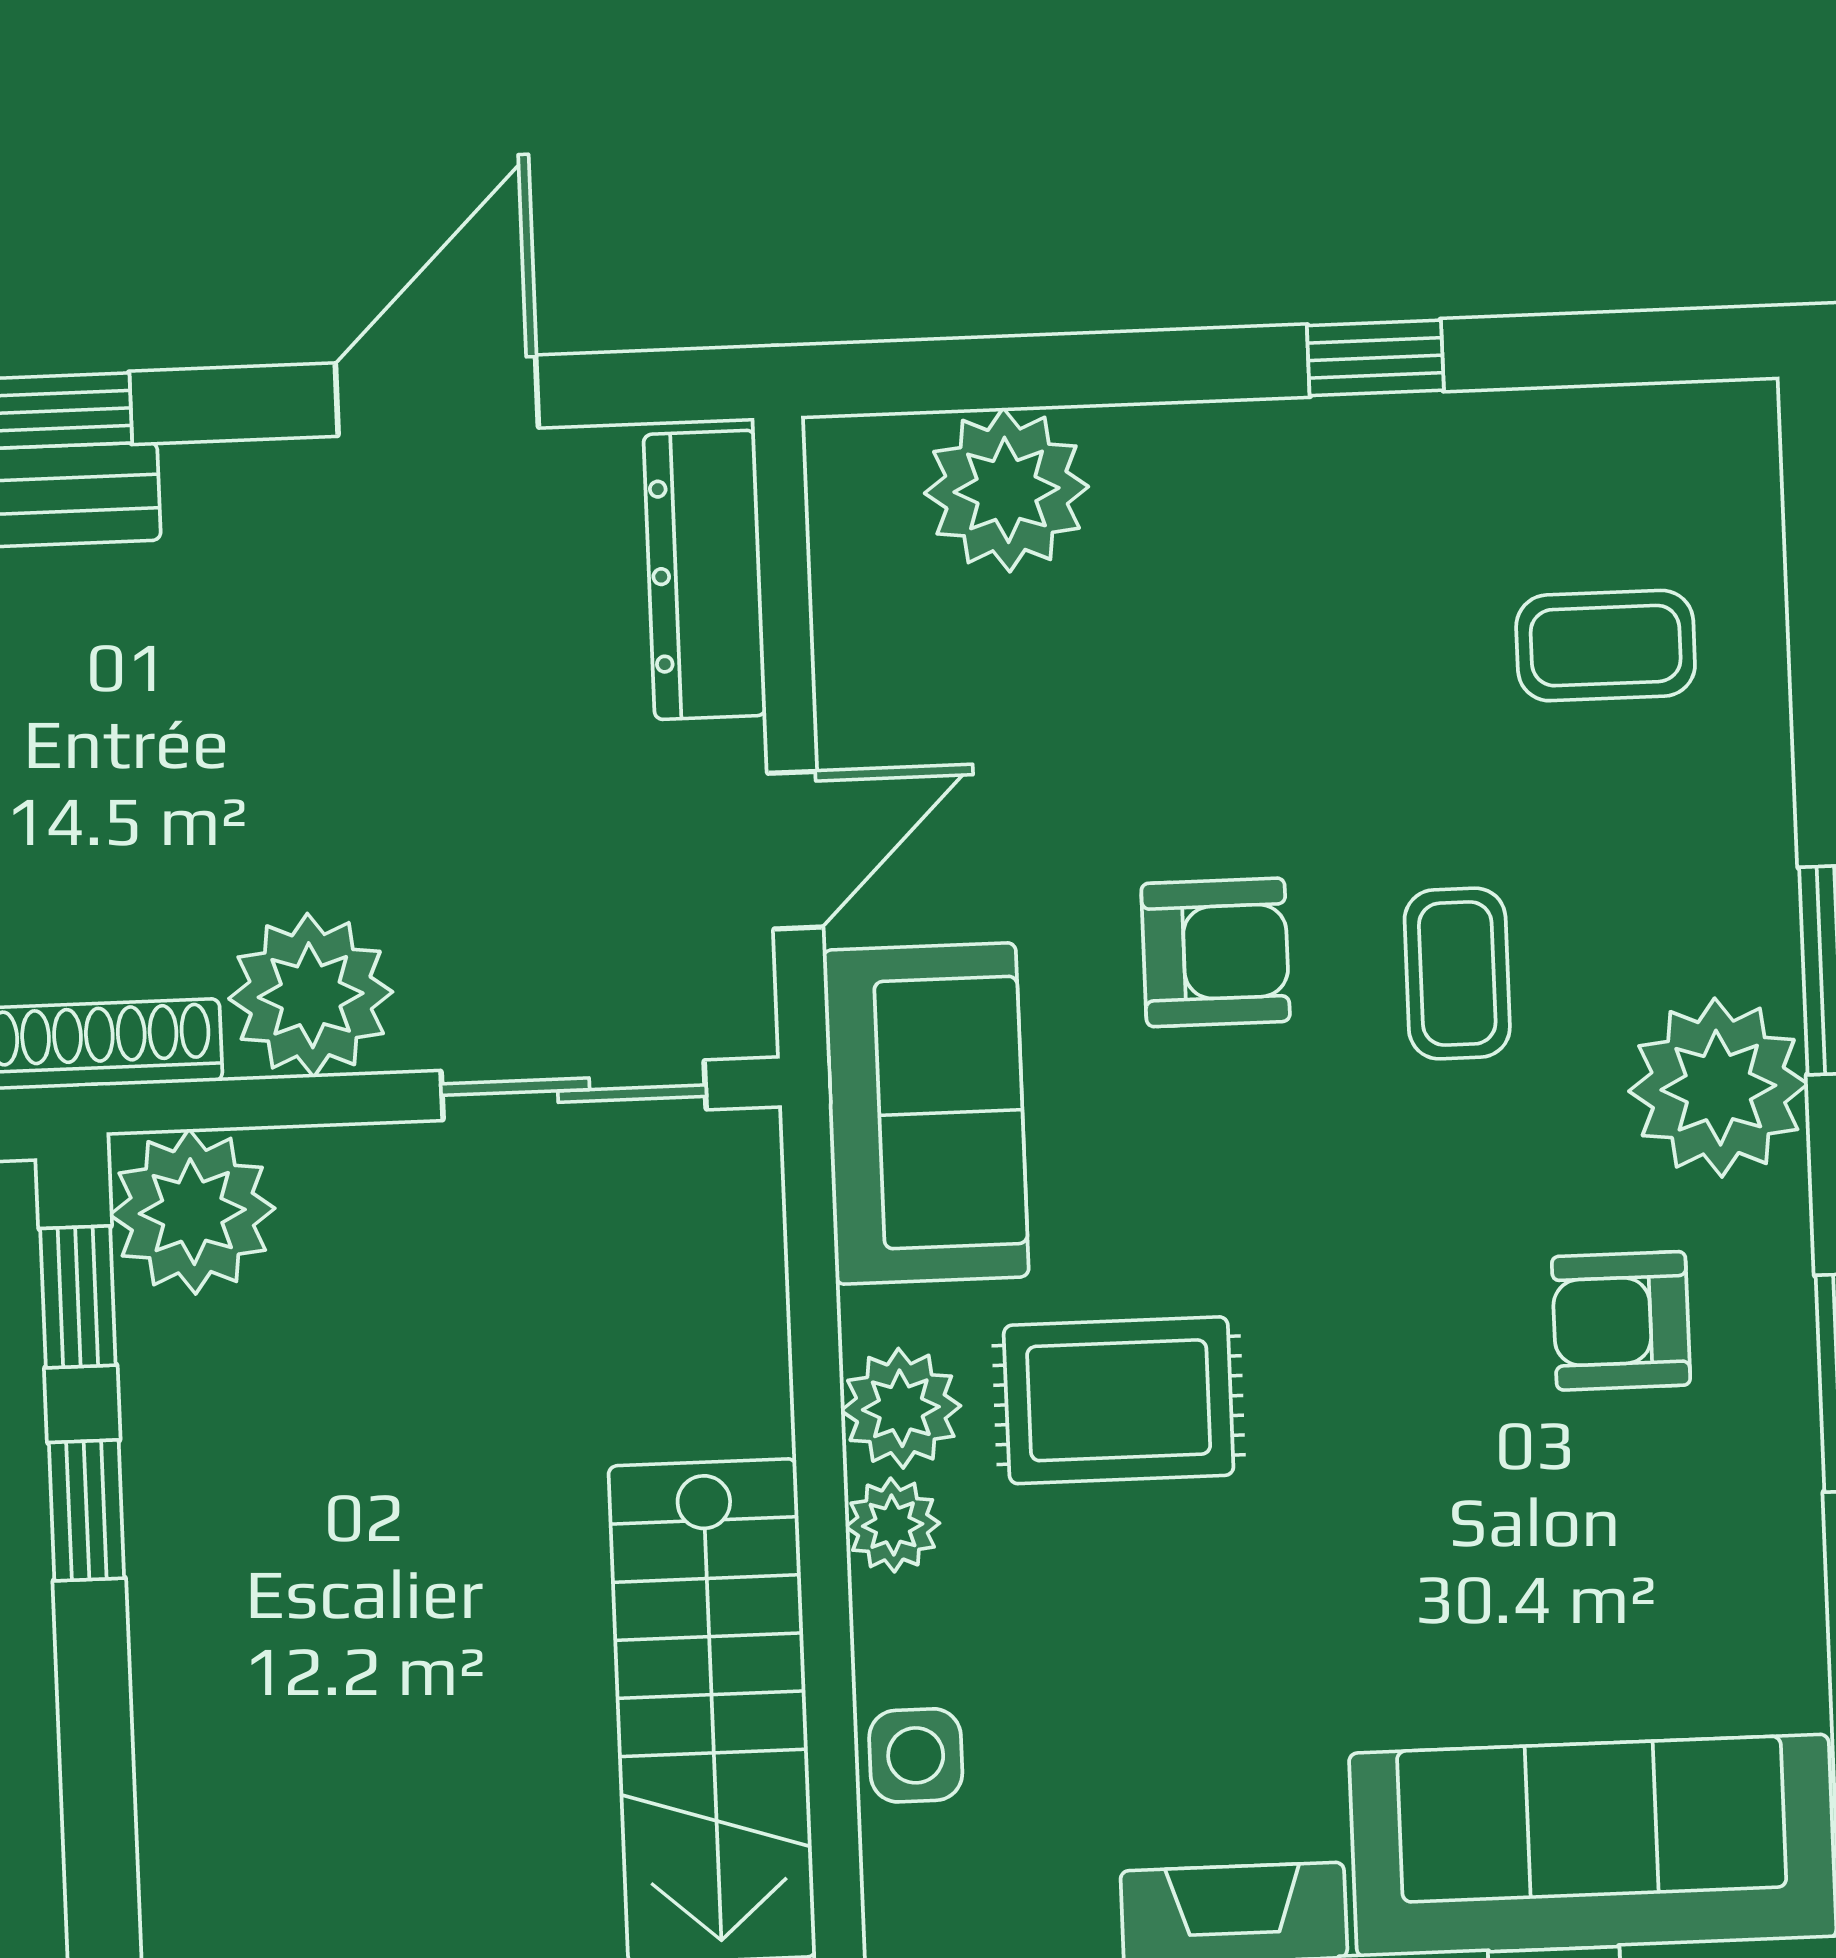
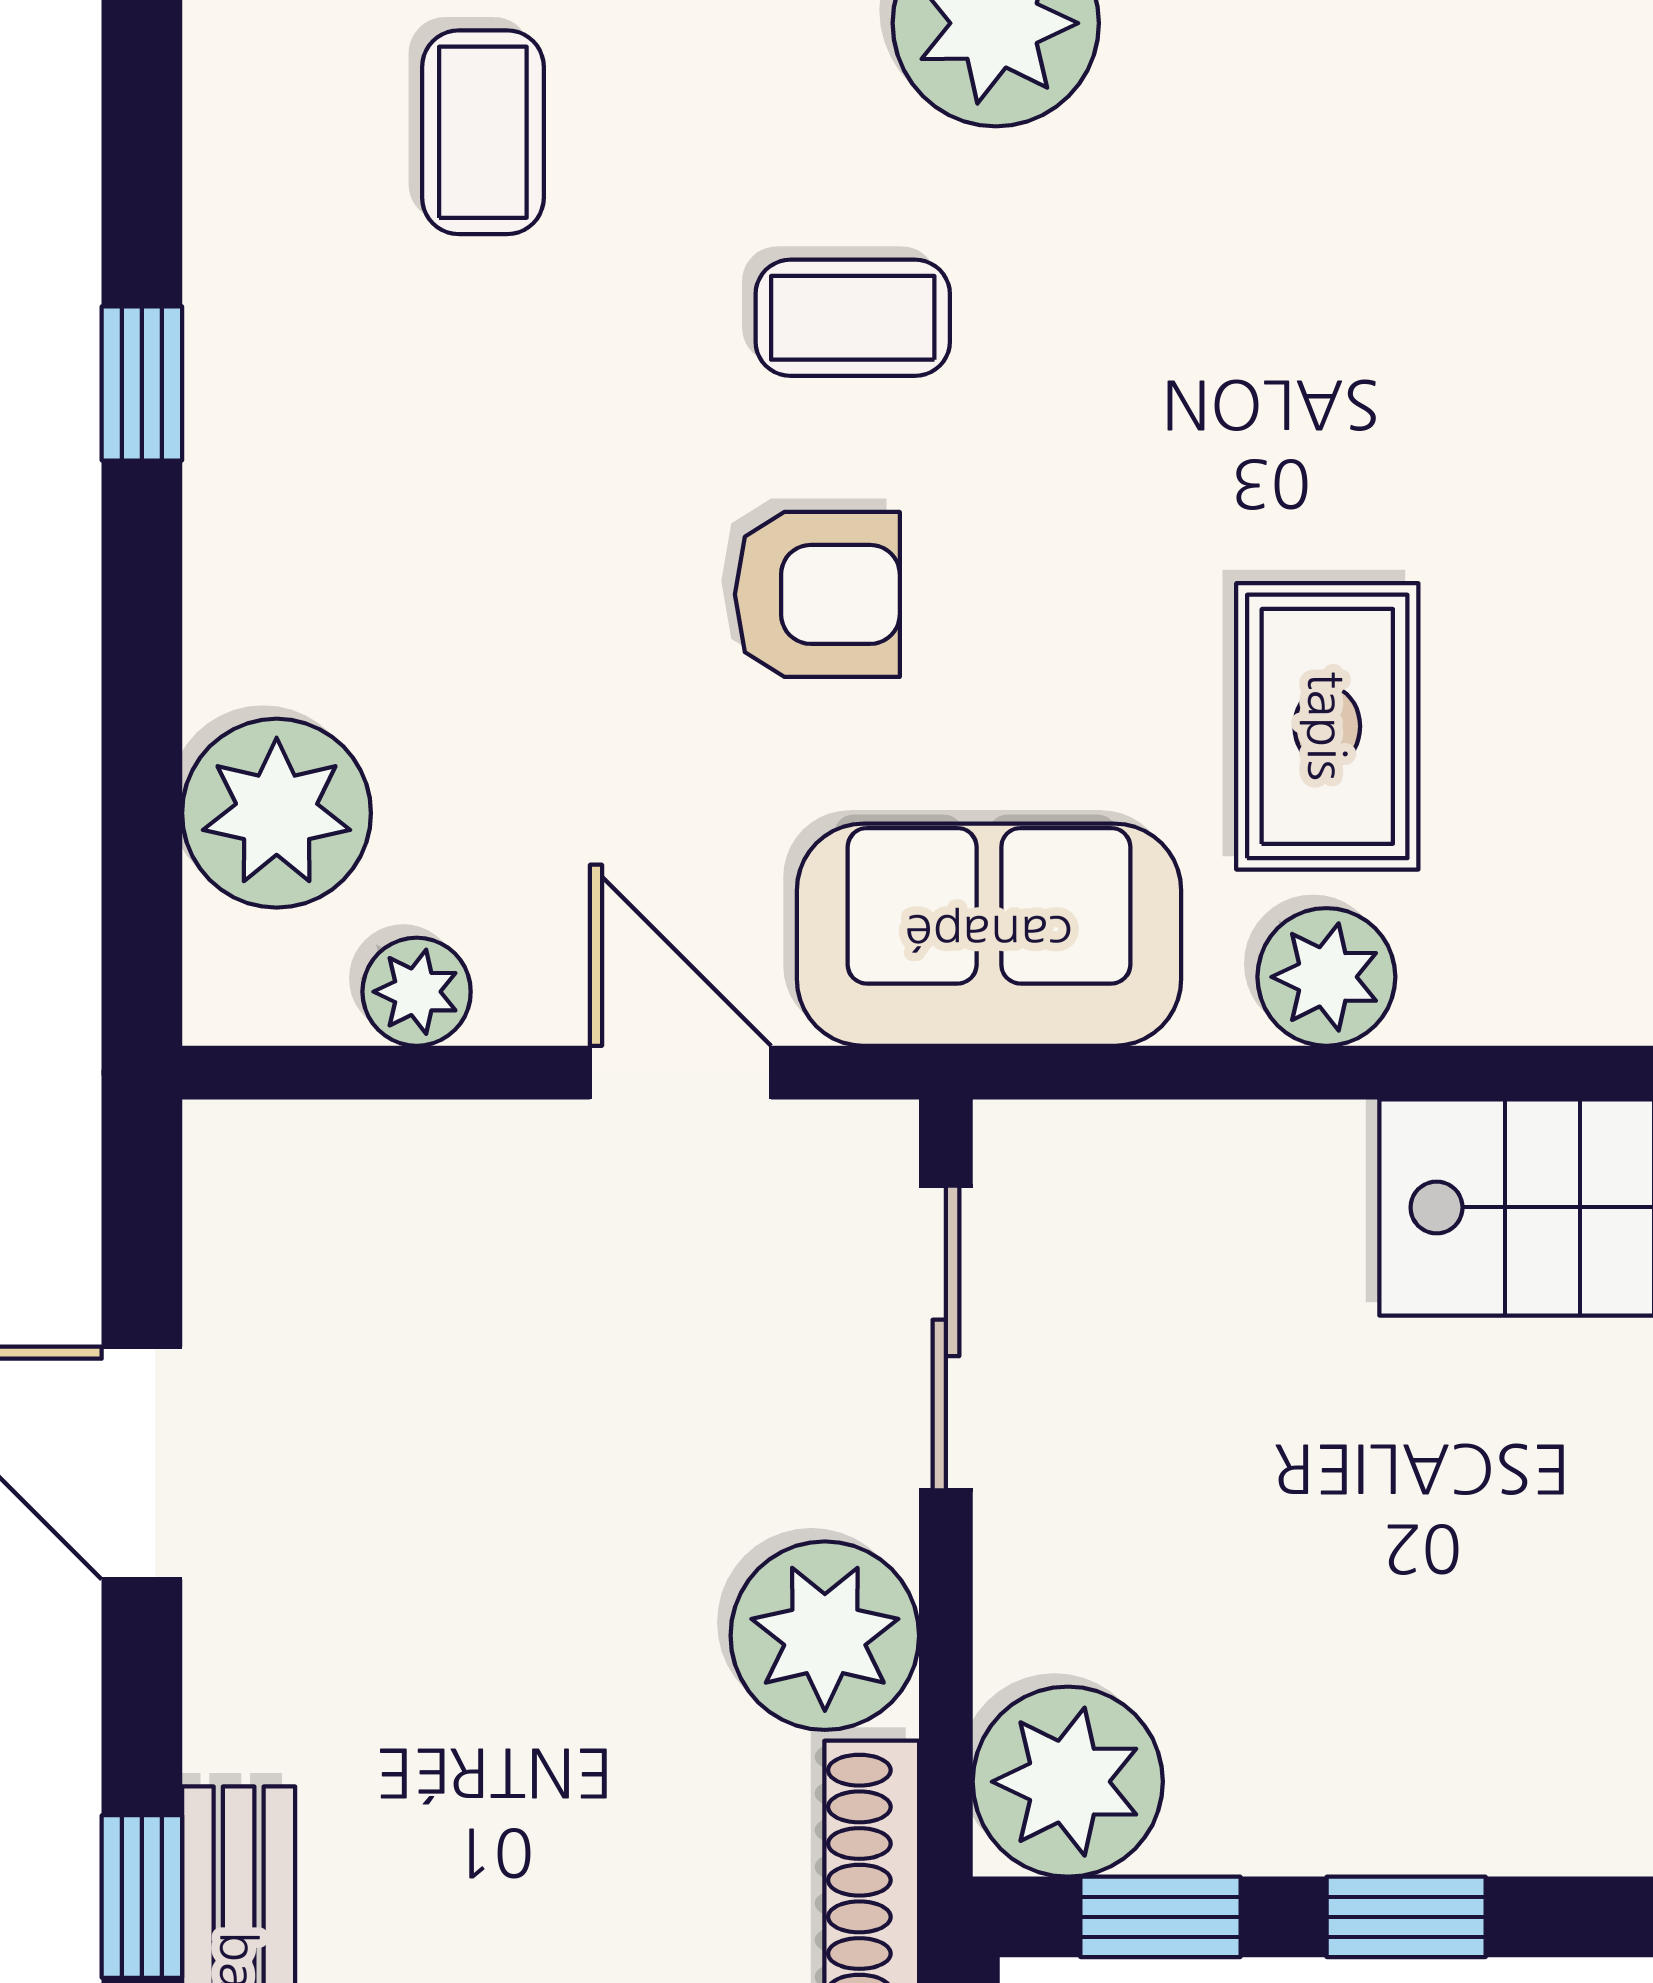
dresser: (705, 575) -> (360, 1164), removed
armchair: (1216, 952) -> (817, 594), turned 90
armchair: (1621, 1321) -> (1259, 146), removed
plant: (893, 1525) -> (417, 992), moved

